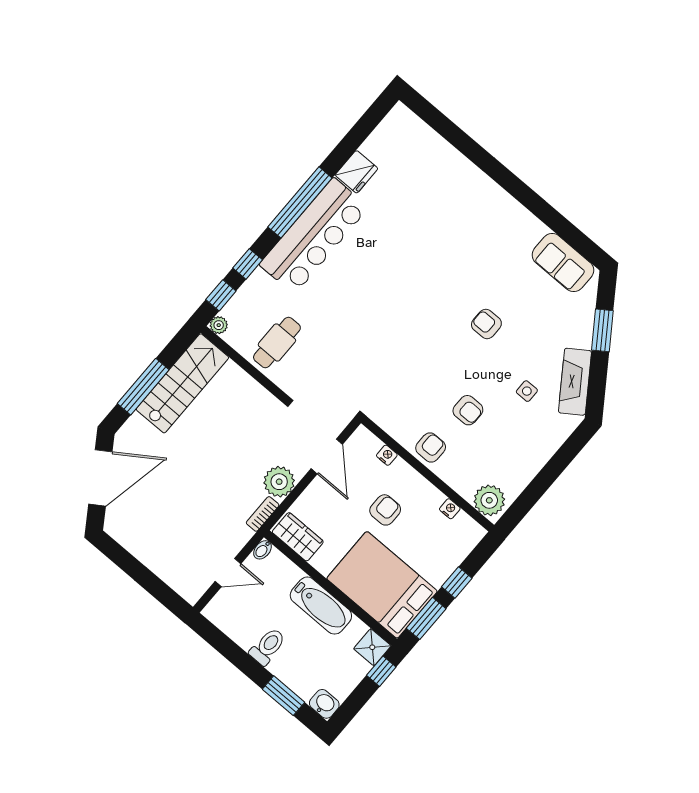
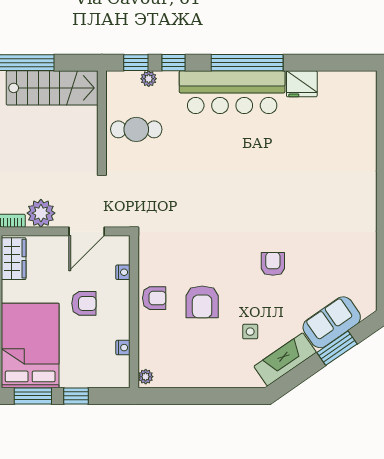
sofa: (563, 263) -> (332, 322), moved, turned 55
plant: (219, 325) -> (149, 79), moved
armchair: (468, 410) -> (202, 302), width x1.38, depth x1.38
plant: (489, 500) -> (146, 377), width x0.53, depth x0.53

